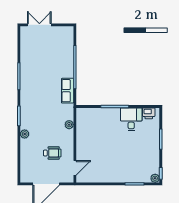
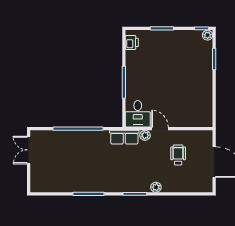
double door: (39, 25) -> (29, 150), moved
row of seats: (68, 91) -> (124, 137), moved
desk: (131, 119) -> (138, 114), moved, turned -90
door: (75, 168) -> (160, 129), moved

